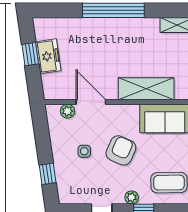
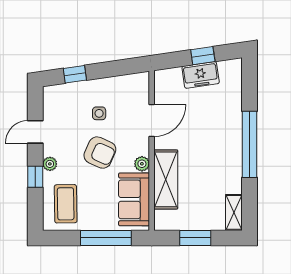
plant: (68, 111) -> (142, 164), moved

